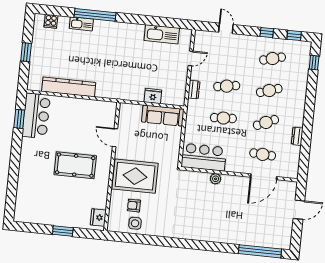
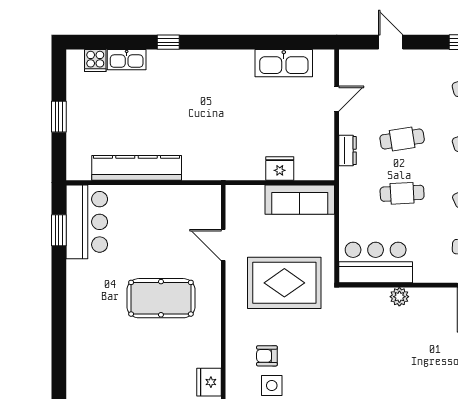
window: (95, 15) -> (168, 42), width x0.32
kitchen sink: (81, 24) -> (127, 60), moved
rug: (135, 176) -> (284, 283), moved

